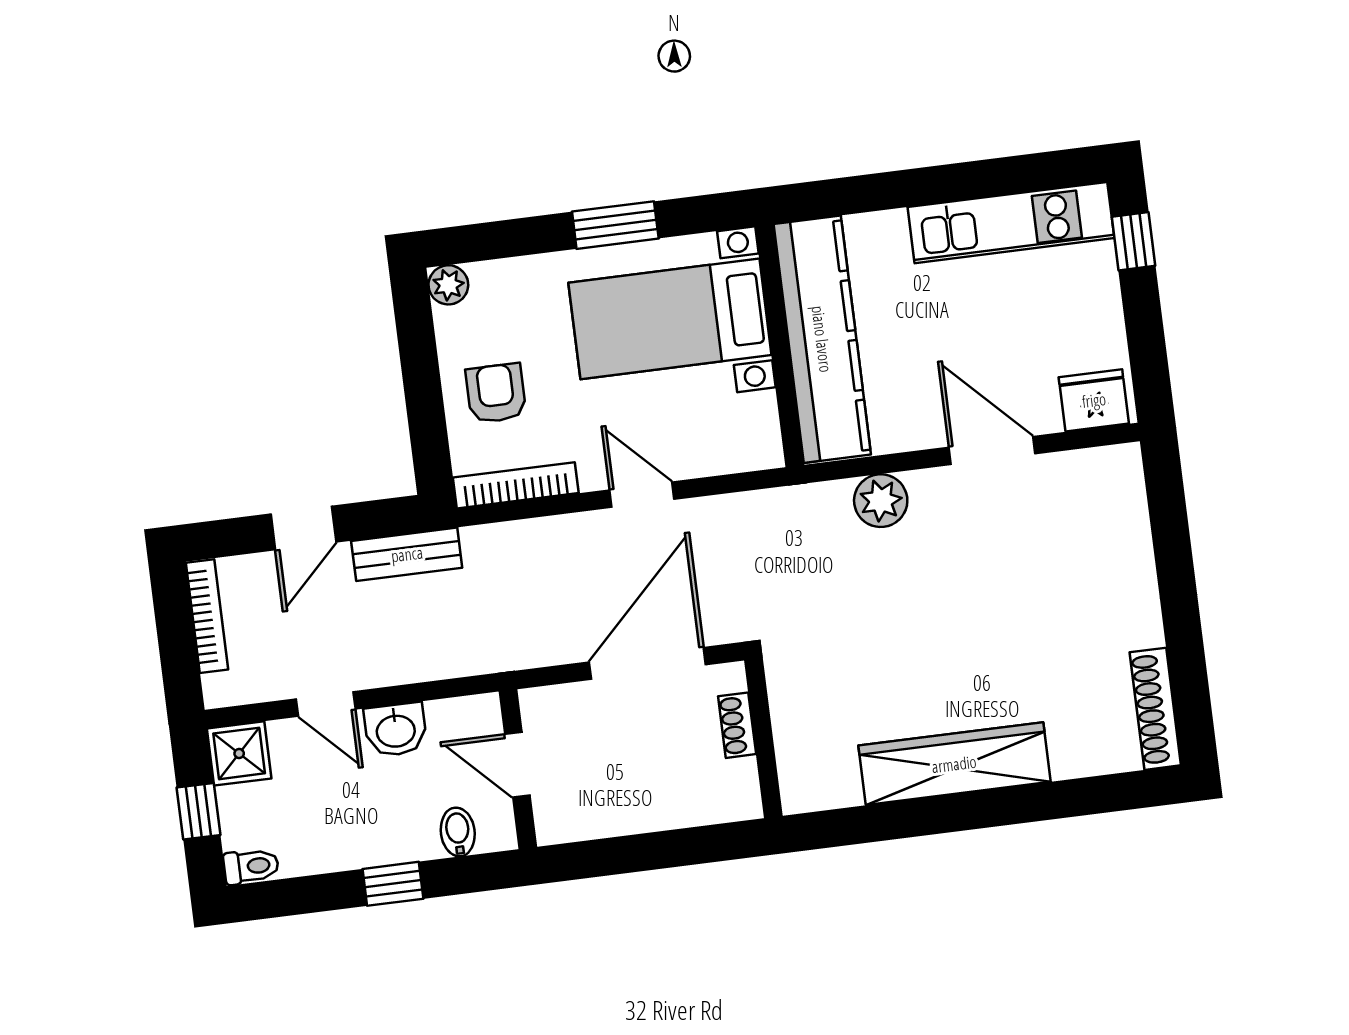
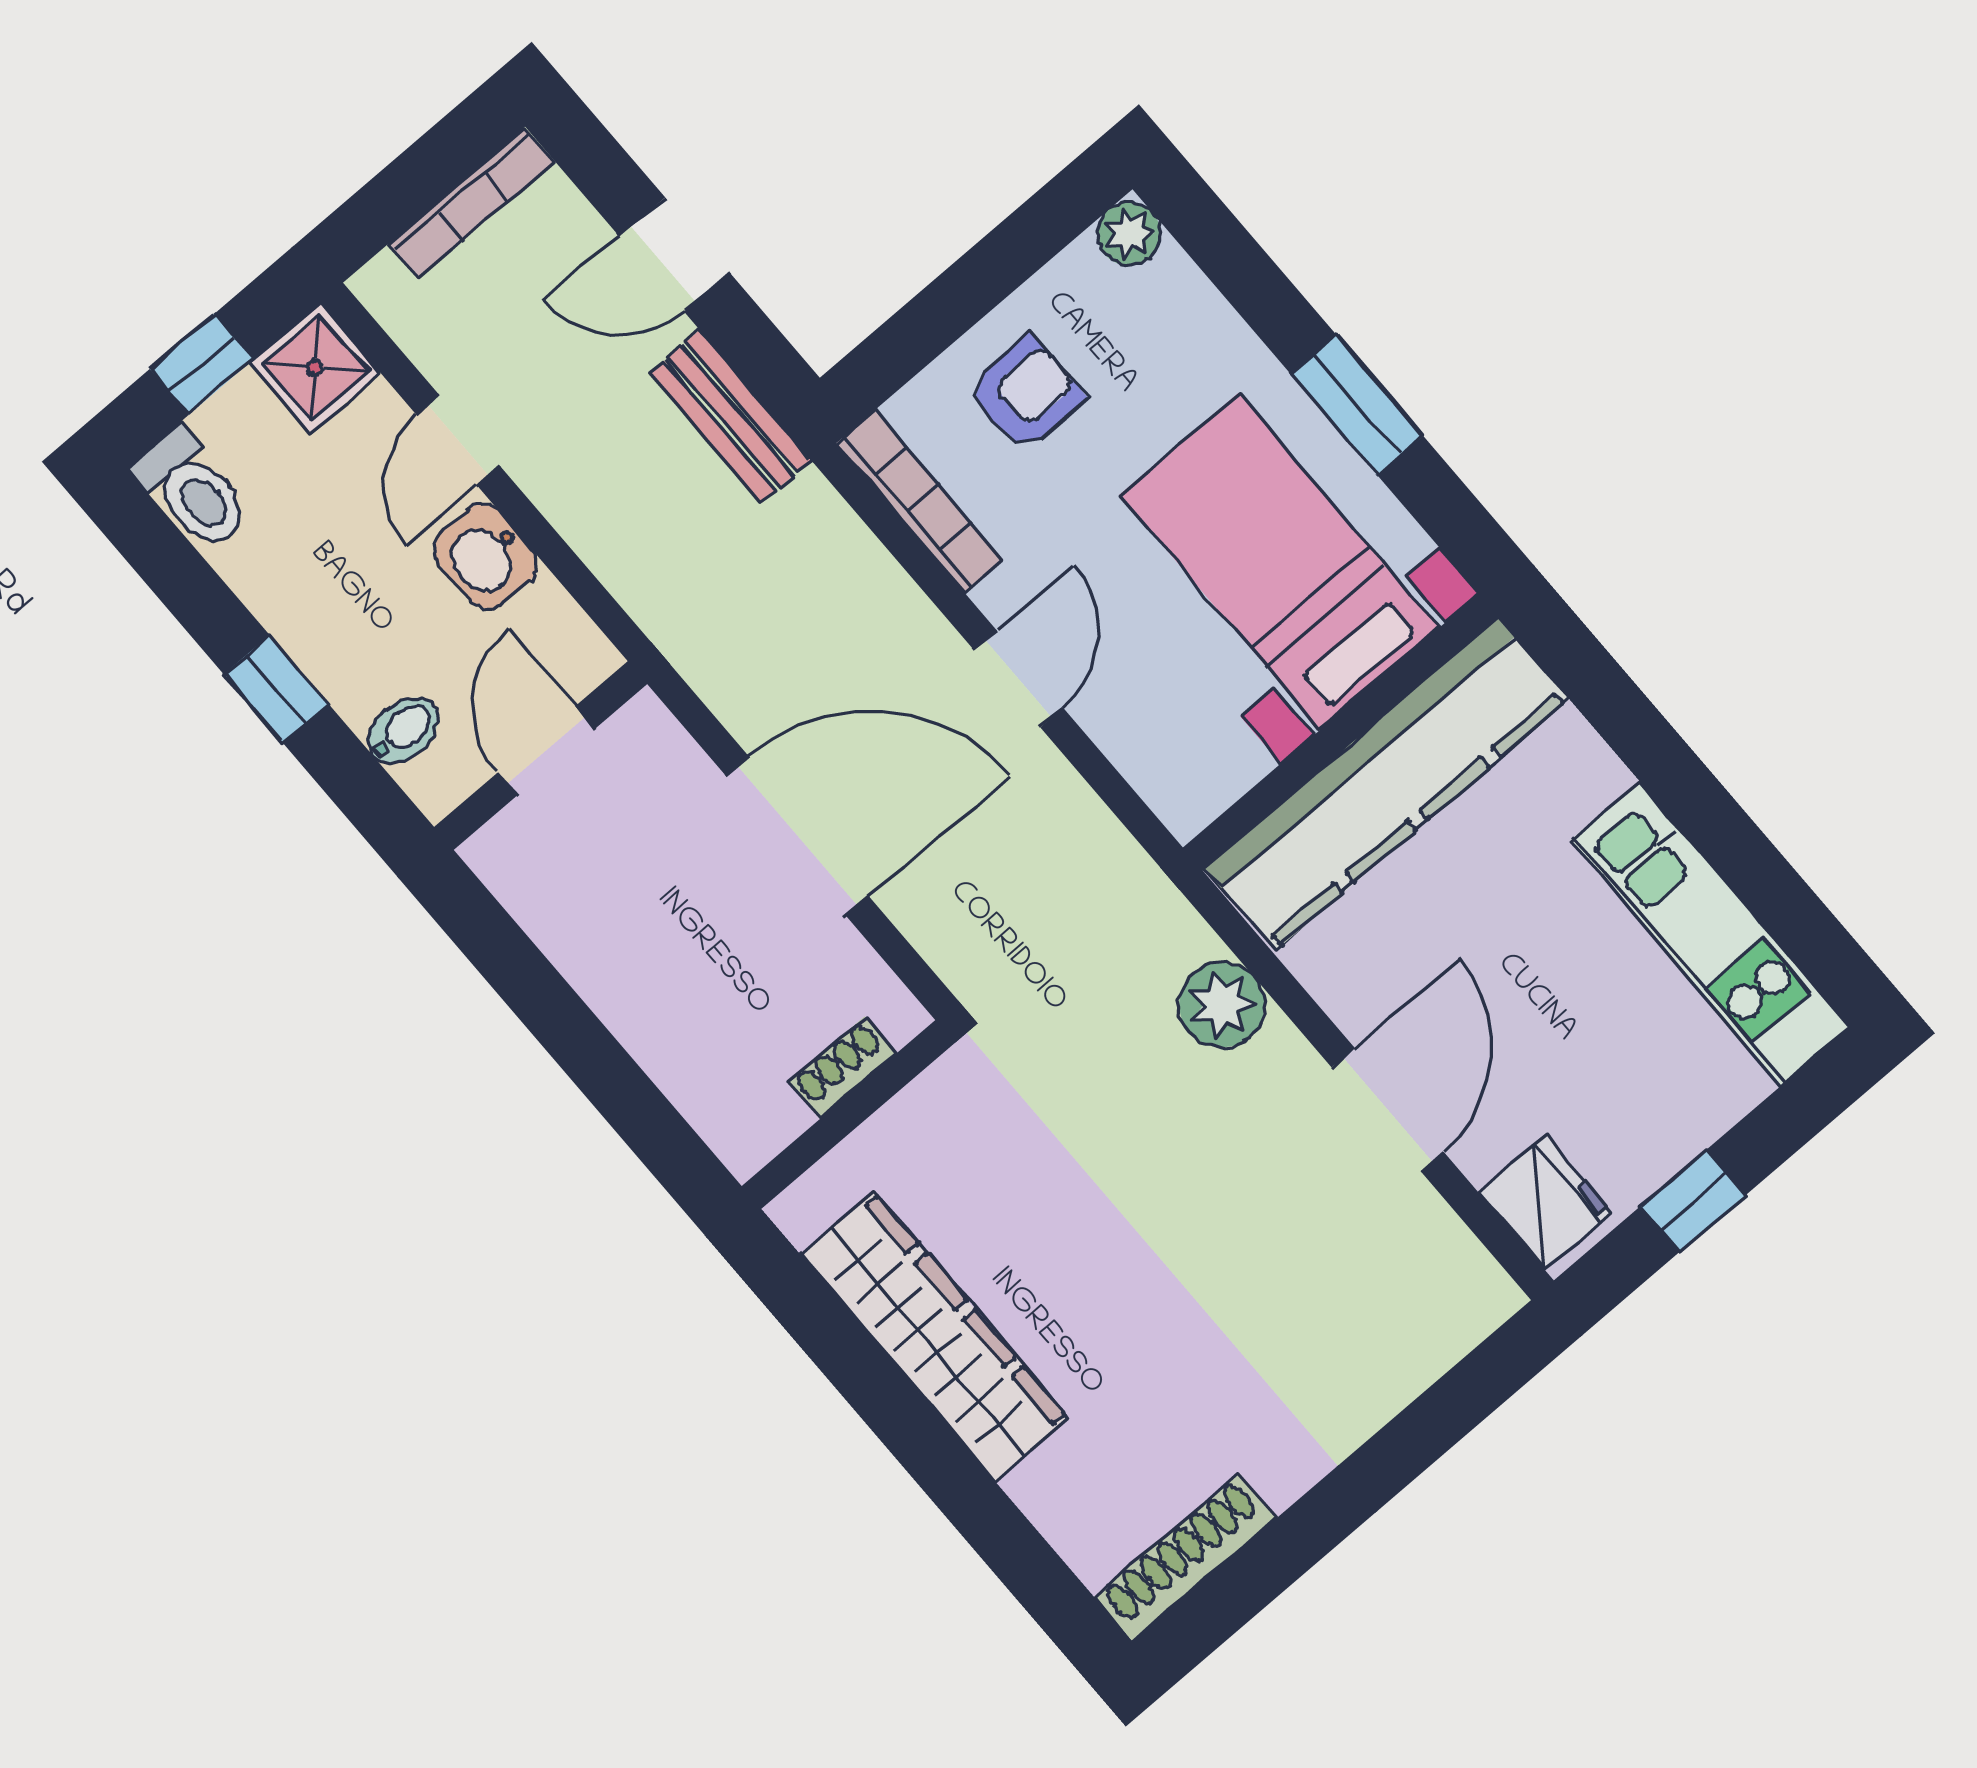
window: (1134, 241) -> (1694, 1200), moved
shoe rack: (737, 725) -> (842, 1068), moved
wall: (763, 738) -> (848, 1114), moved
toilet: (251, 866) -> (193, 490), width x1.37, depth x1.39

